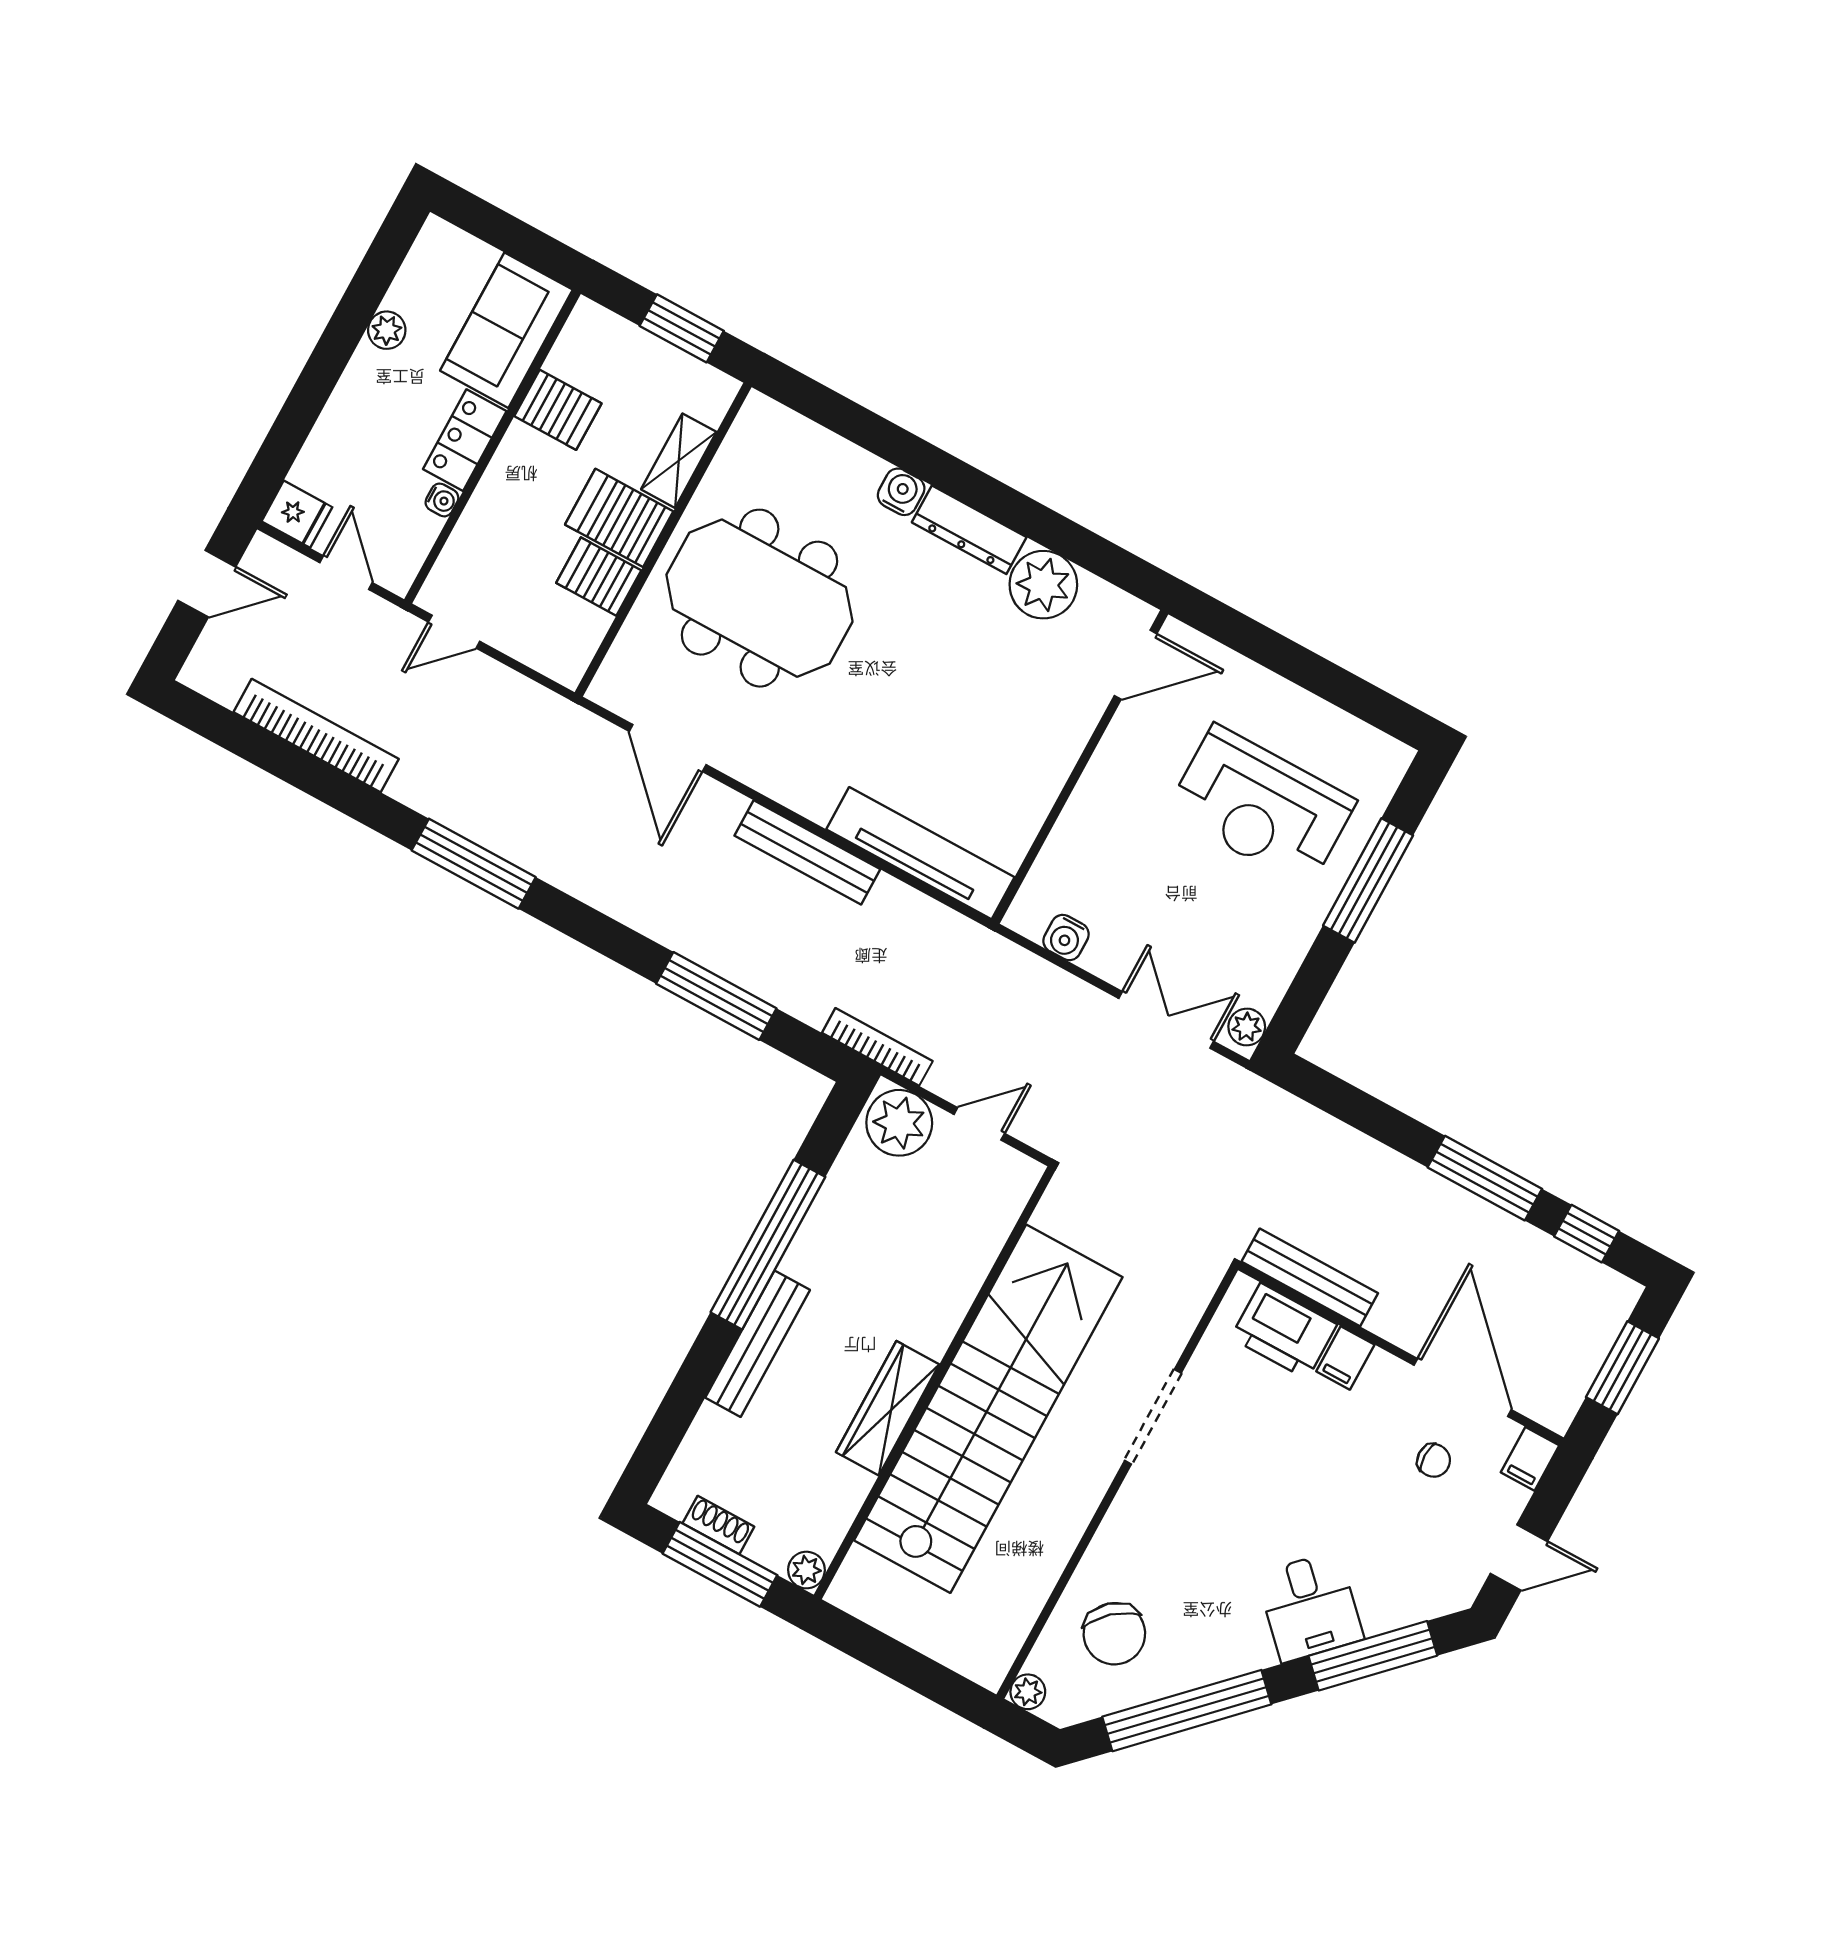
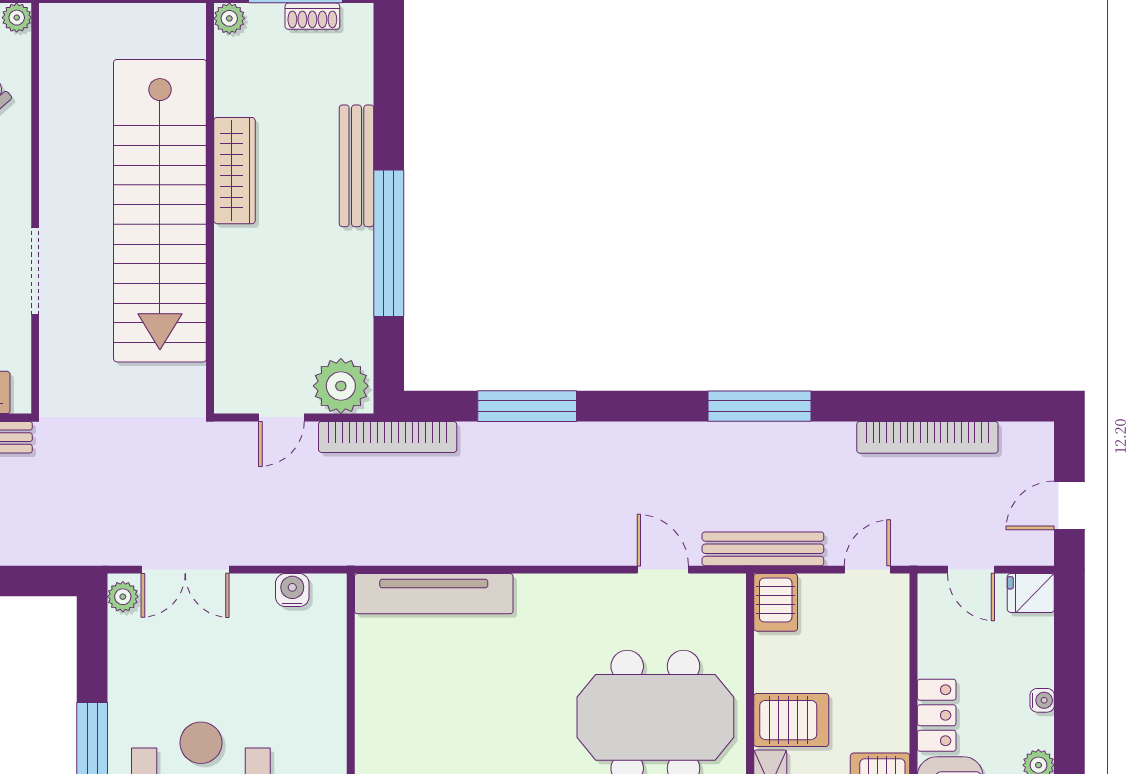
water cooler: (442, 500) -> (1042, 700), moved, turned 180
server rack: (599, 577) -> (776, 602), moved, turned 90
door: (668, 748) -> (663, 570), width x0.73
bench: (807, 852) -> (763, 549), moved
bookcase: (877, 1047) -> (388, 437), width x1.48, depth x1.31

